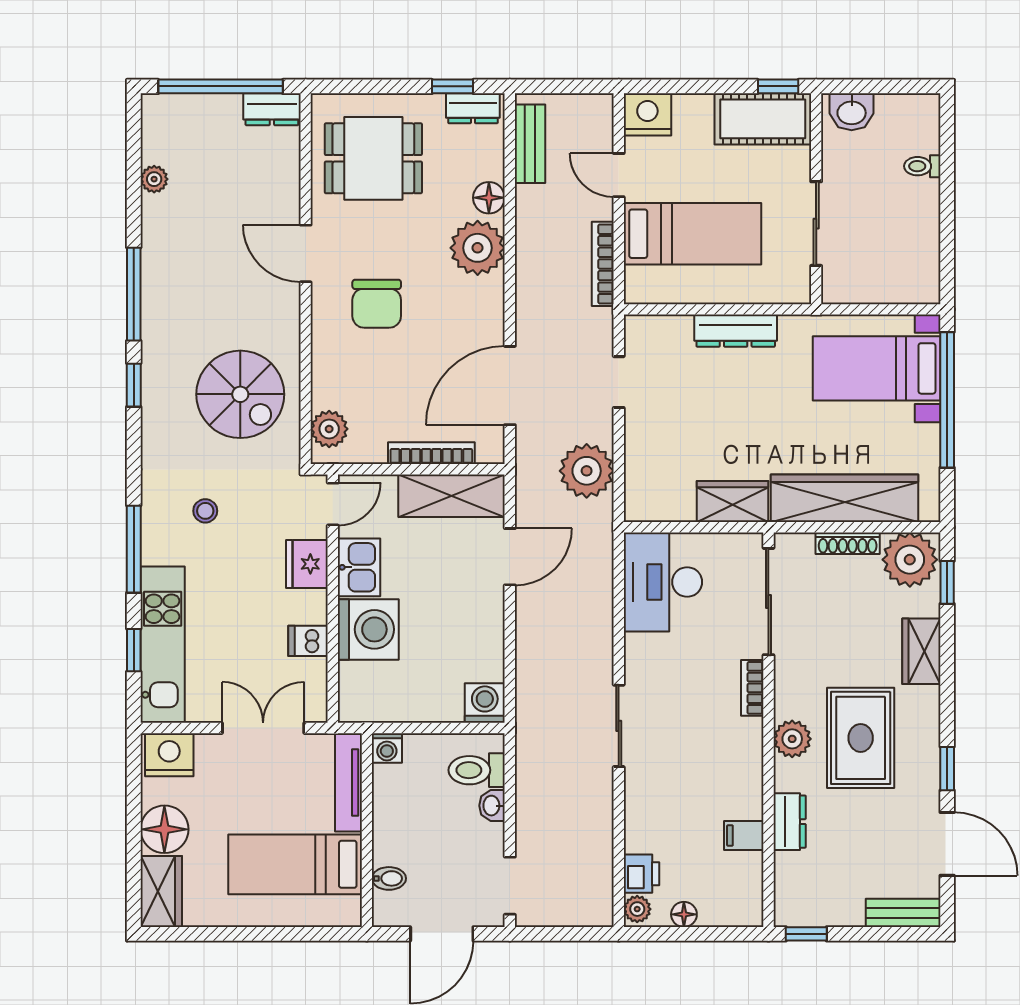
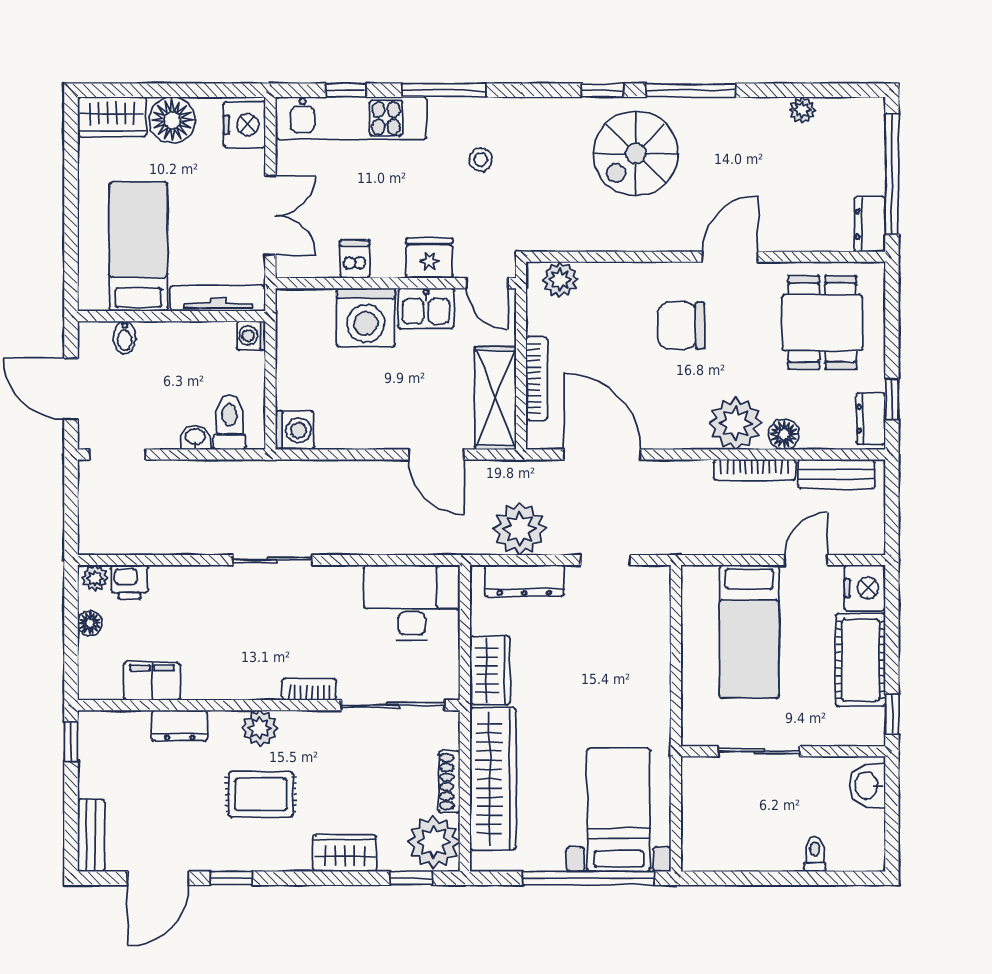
cot: (763, 119) -> (860, 660), moved
bookcase: (603, 264) -> (755, 470), moved, turned 180
dresser: (736, 331) -> (524, 581), moved, turned -90
spiral stairs: (240, 394) -> (636, 153), moved
rug: (861, 738) -> (261, 794), width x0.73, depth x0.70
filing cabinet: (744, 836) -> (152, 681), width x2.00

